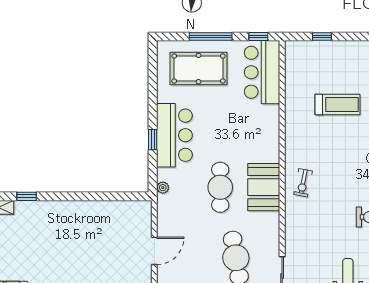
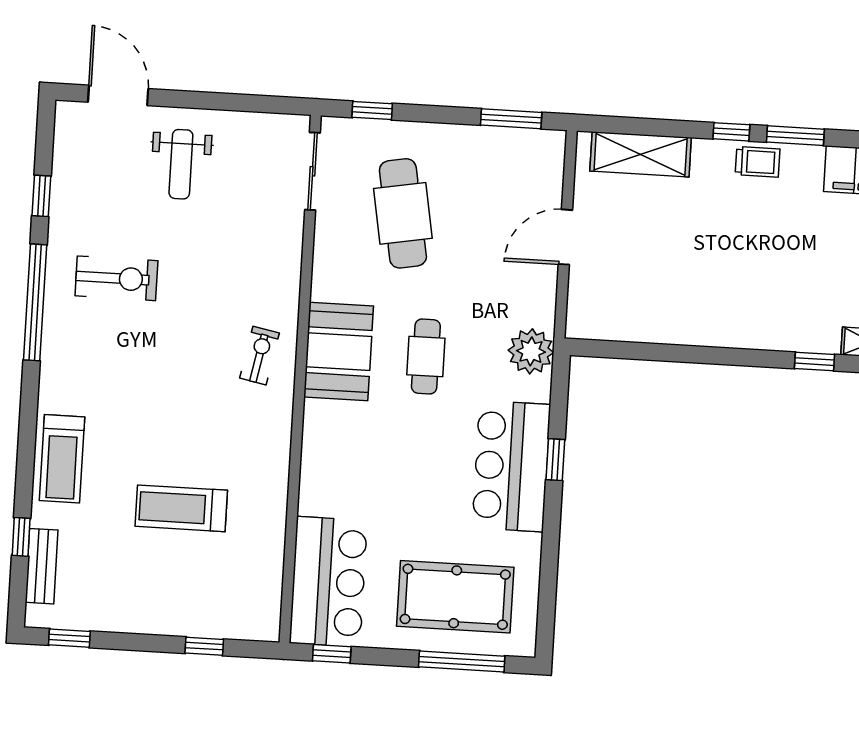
window: (211, 36) -> (462, 662), moved
cafe table: (220, 187) -> (426, 356), width x0.73, depth x0.74
plant: (163, 188) -> (531, 351), width x1.88, depth x1.88

